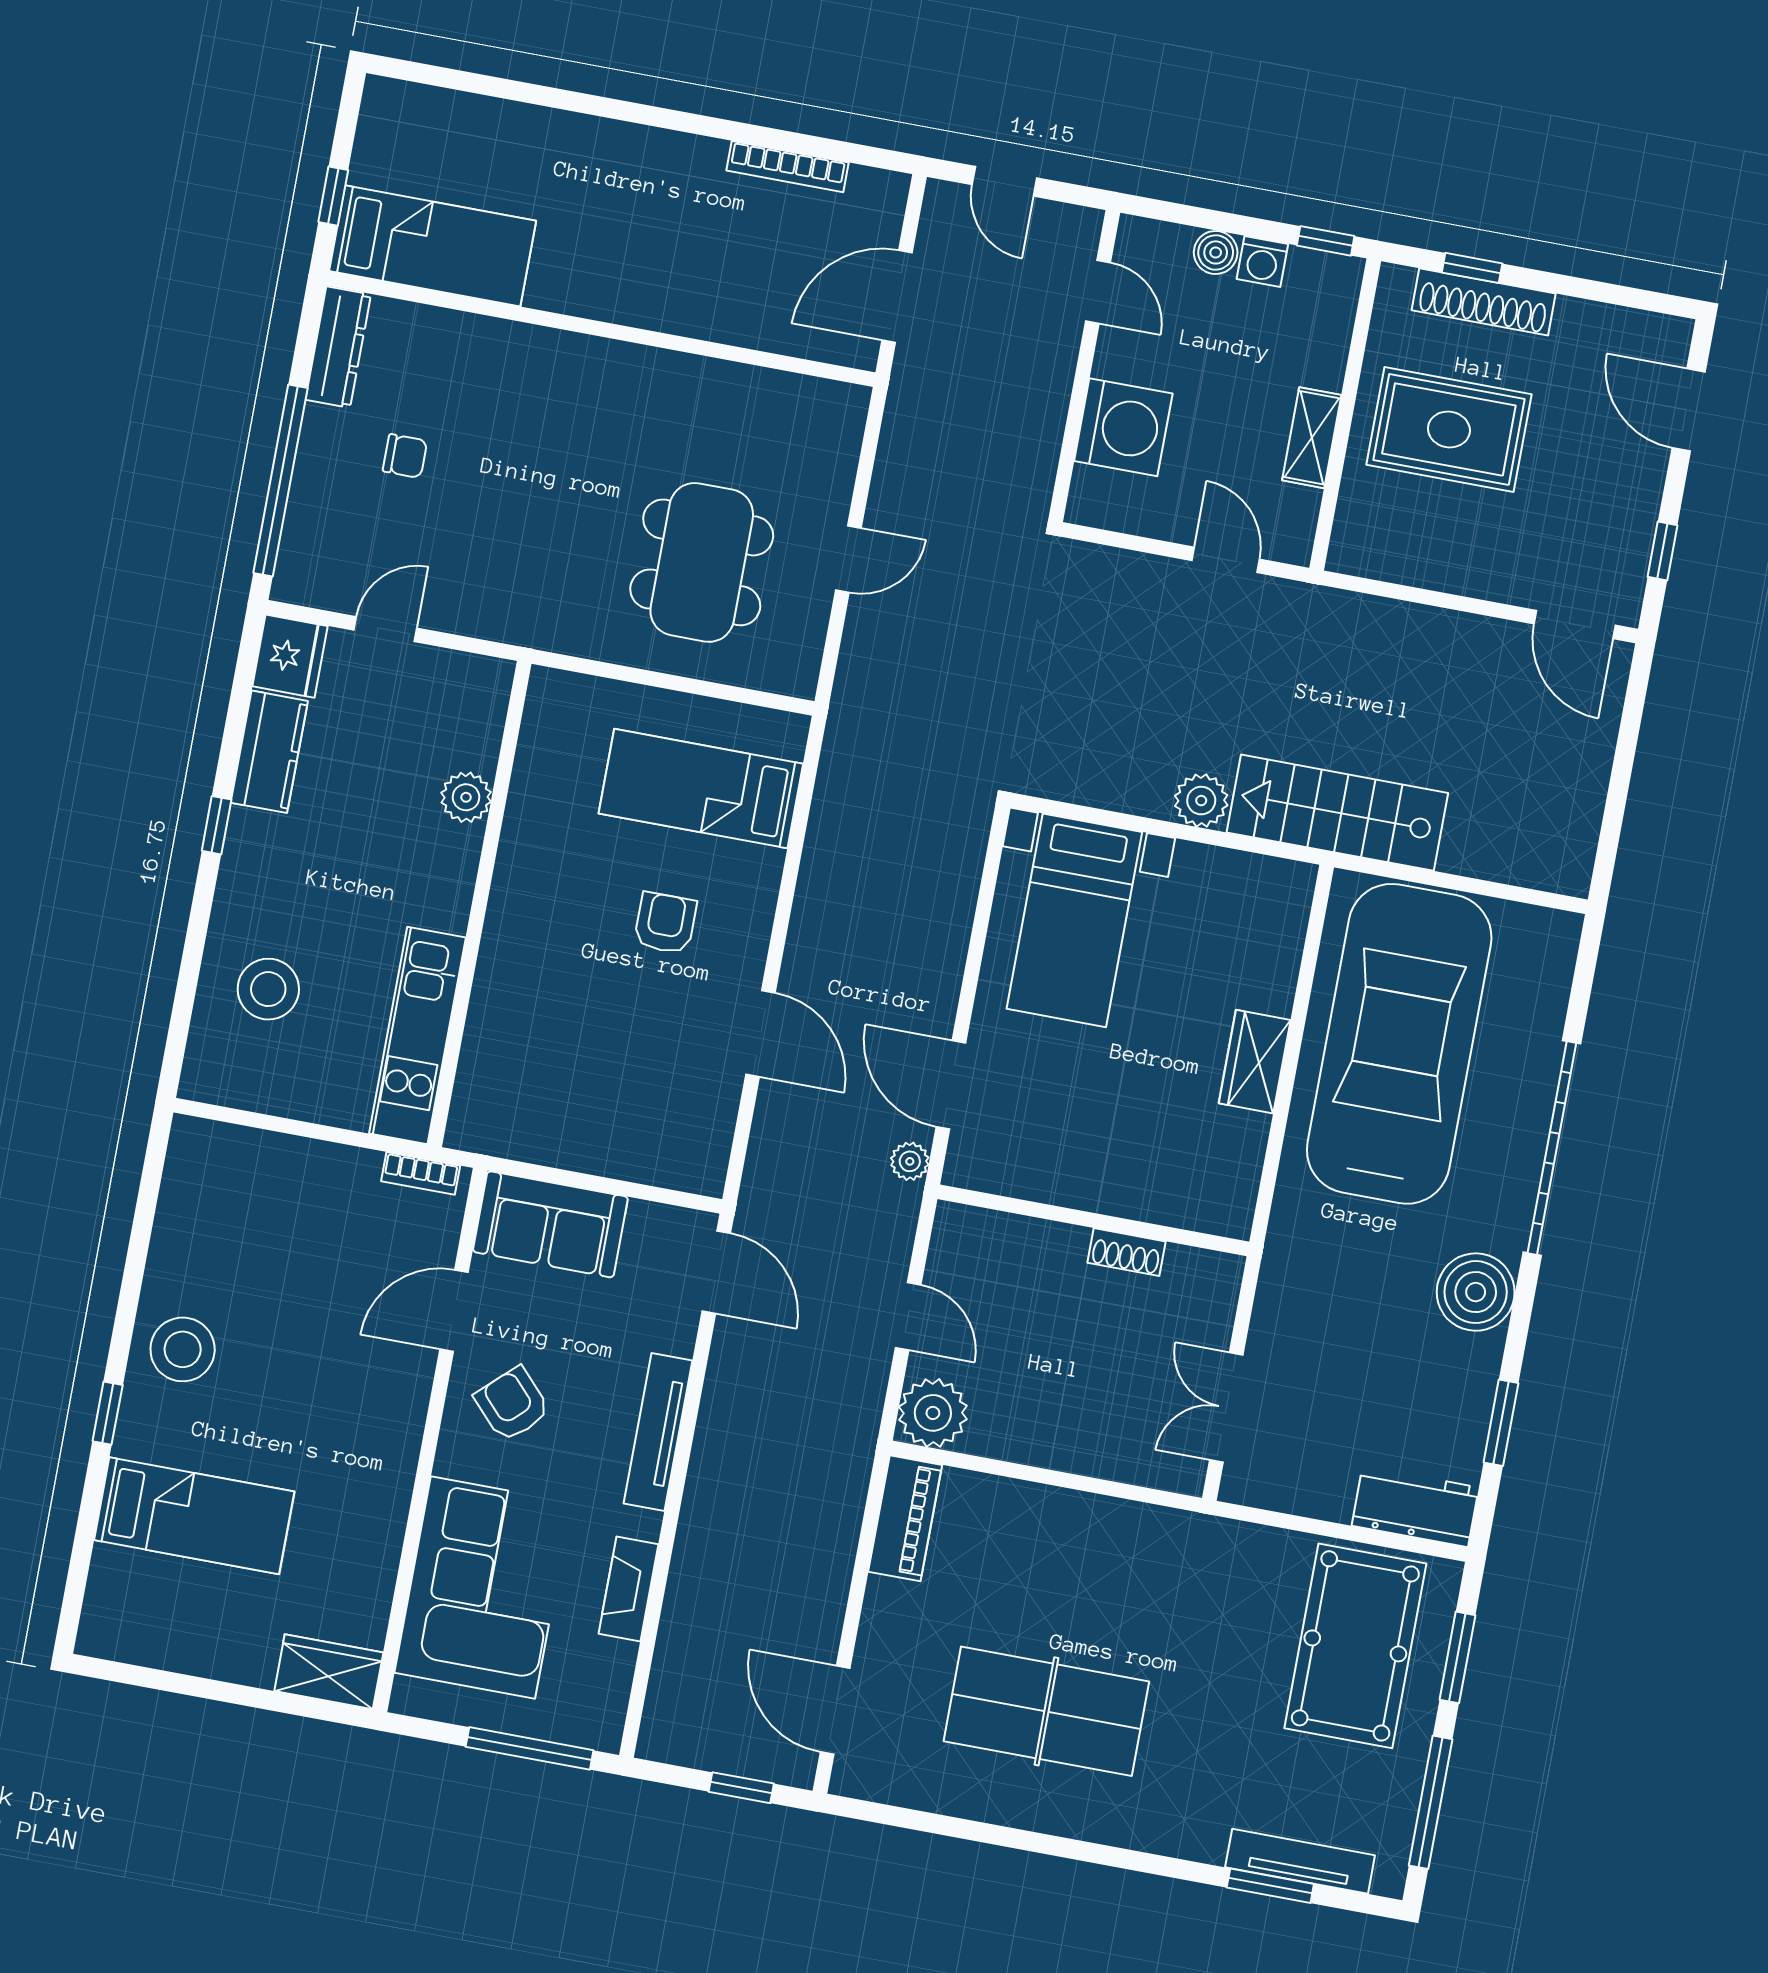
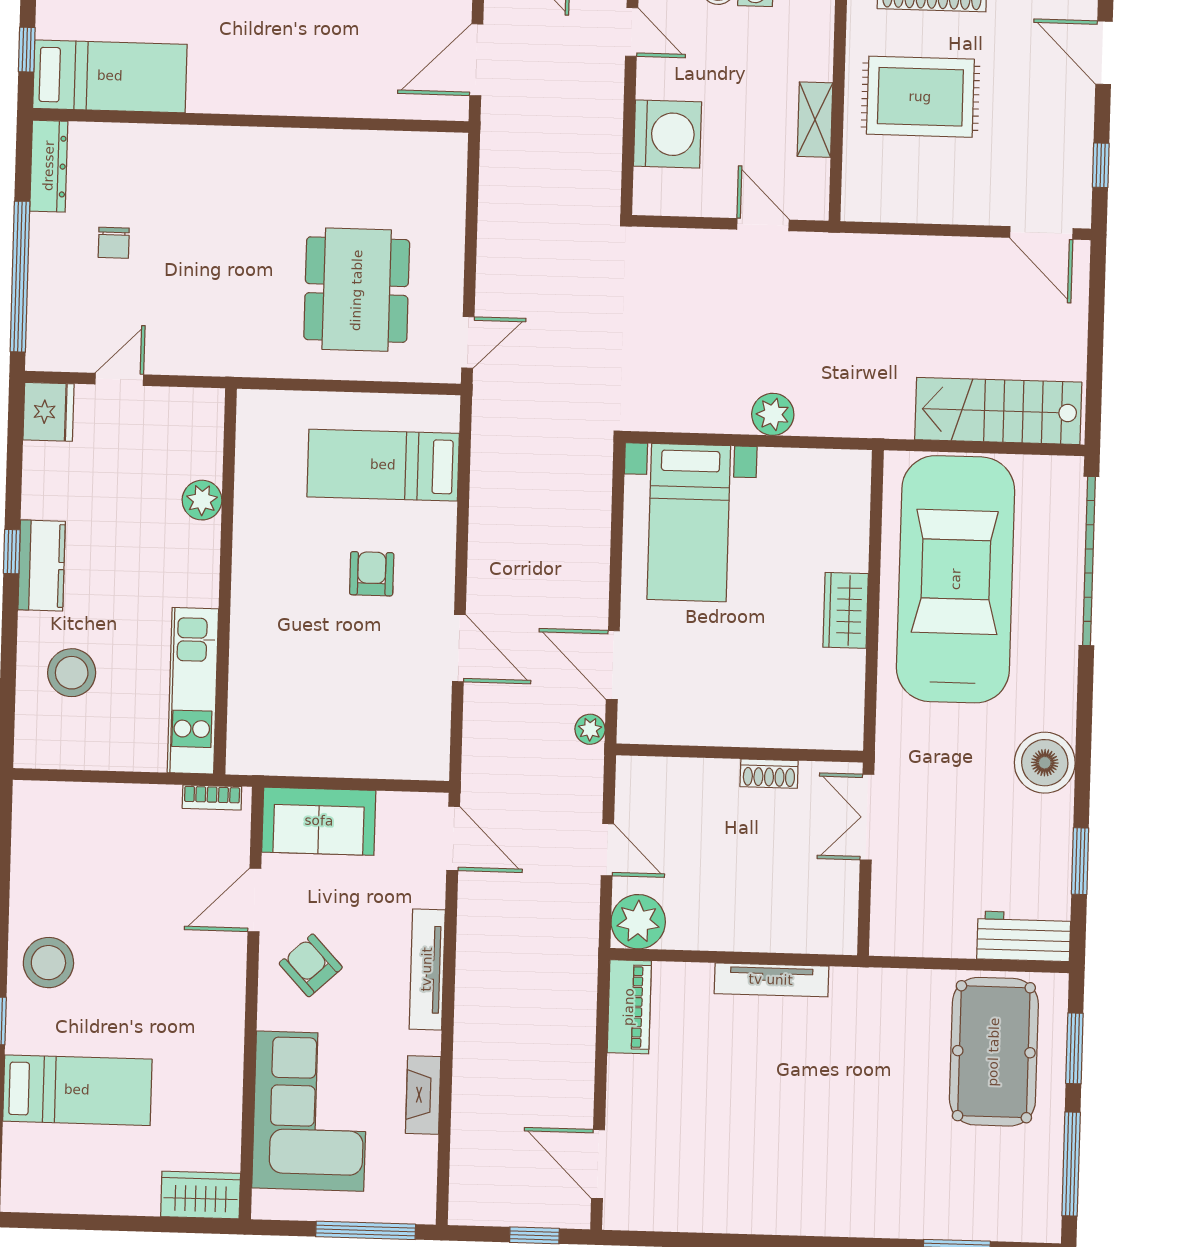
chair: (405, 456) -> (114, 243), turned 90
door: (848, 559) -> (468, 342), moved
kitchen counter: (269, 752) -> (42, 565), moved
stairs: (1337, 813) -> (998, 411), moved
garage door: (1552, 1148) -> (1089, 561), moved
double door: (1226, 1408) -> (867, 817), moved
table tennis table: (1046, 1711) -> (762, 1140), removed
tv unit: (1300, 1861) -> (771, 980), moved, turned 180

